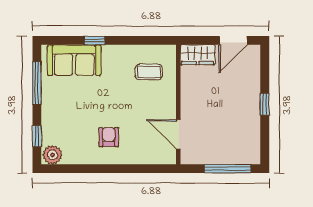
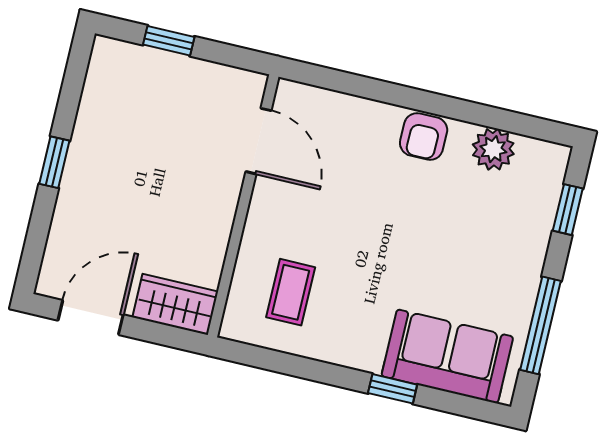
coffee table: (149, 72) -> (291, 292), turned 90
armchair: (109, 137) -> (424, 137), moved
plant: (52, 155) -> (493, 149), moved
window: (228, 169) -> (169, 41), width x0.46

